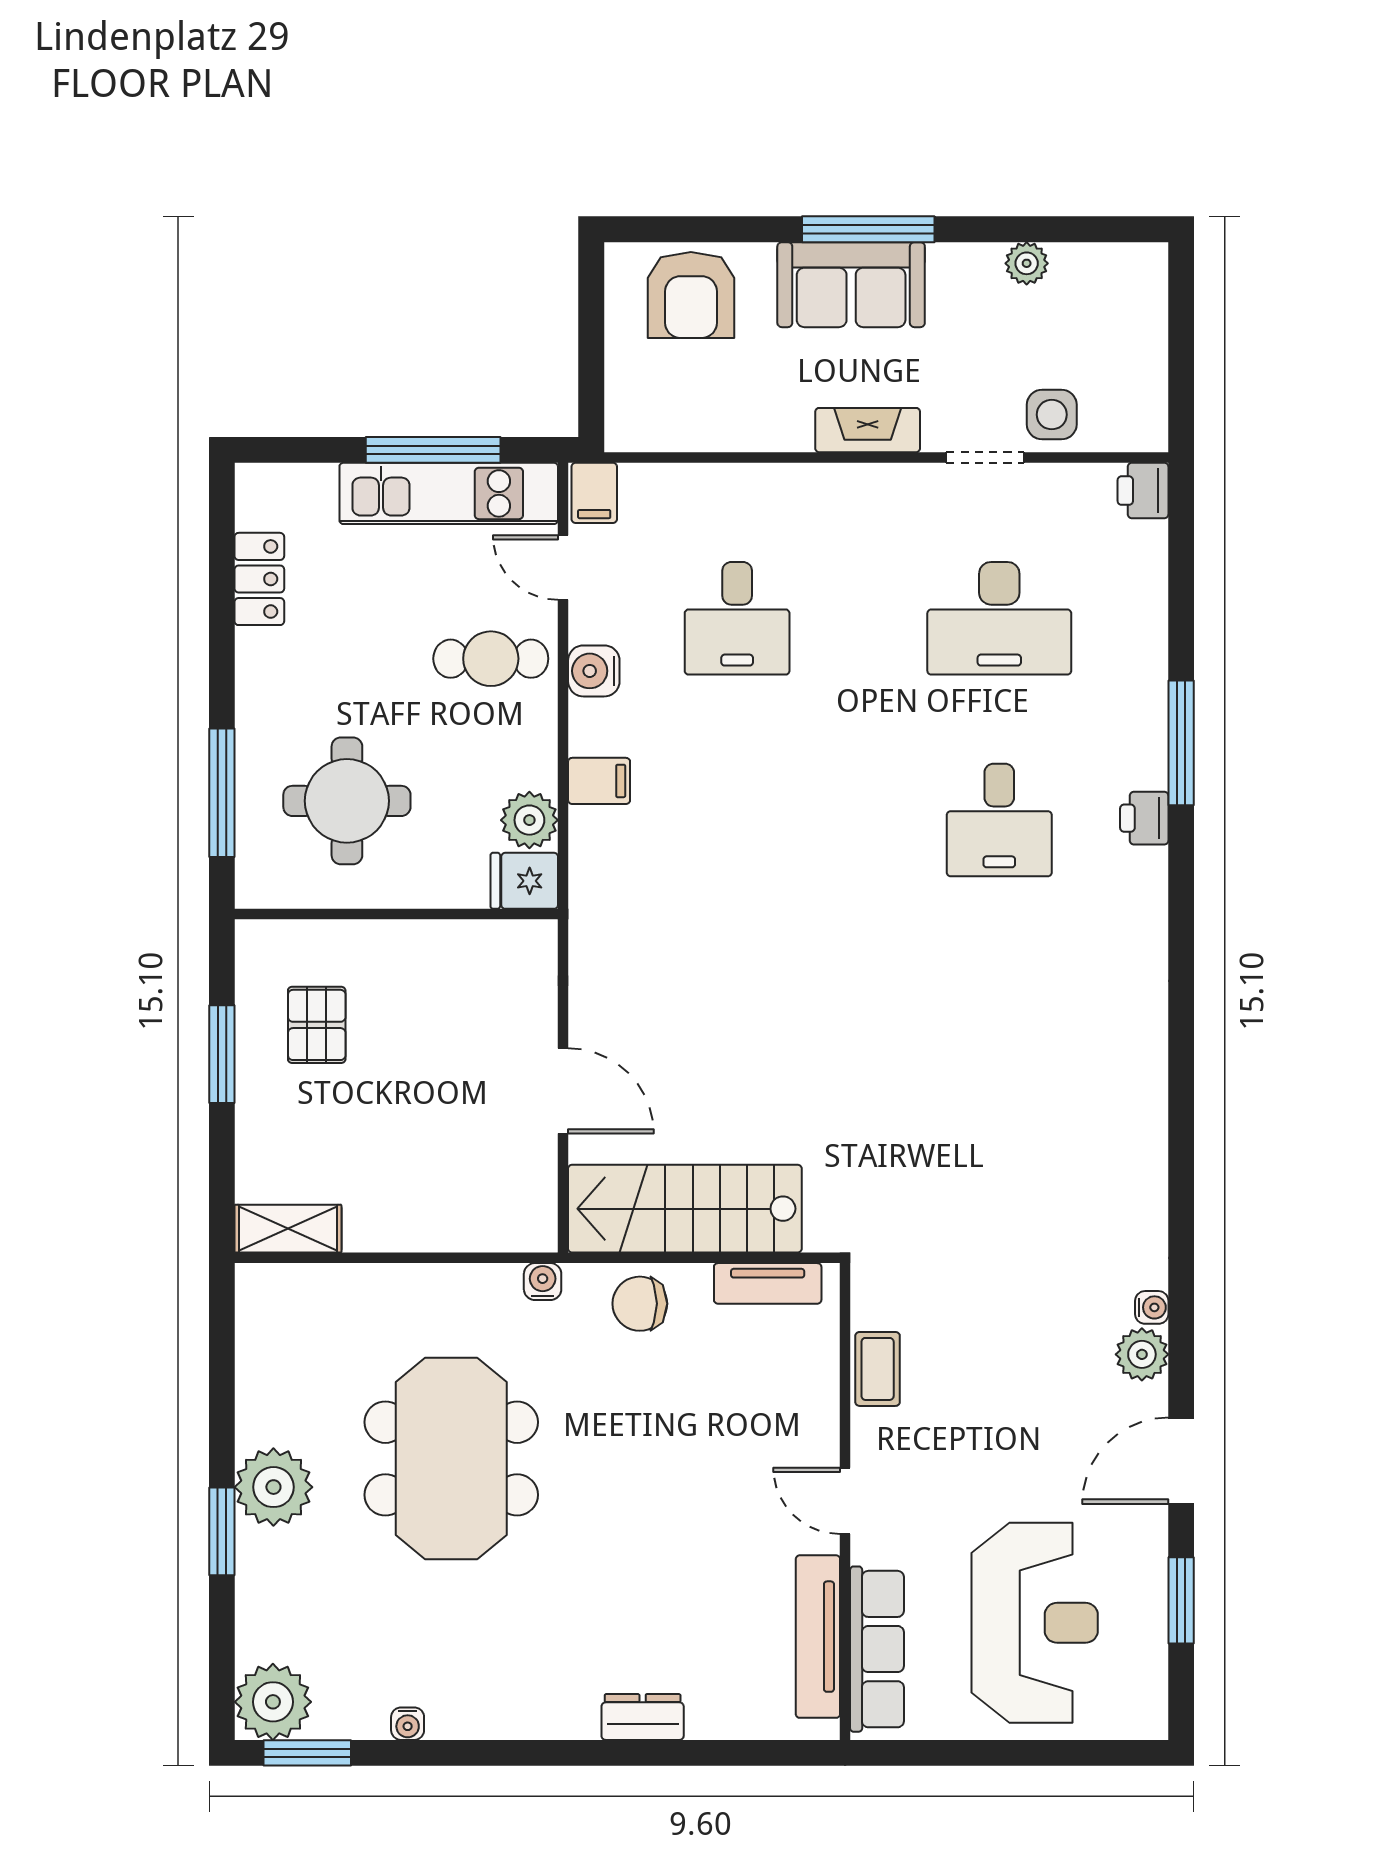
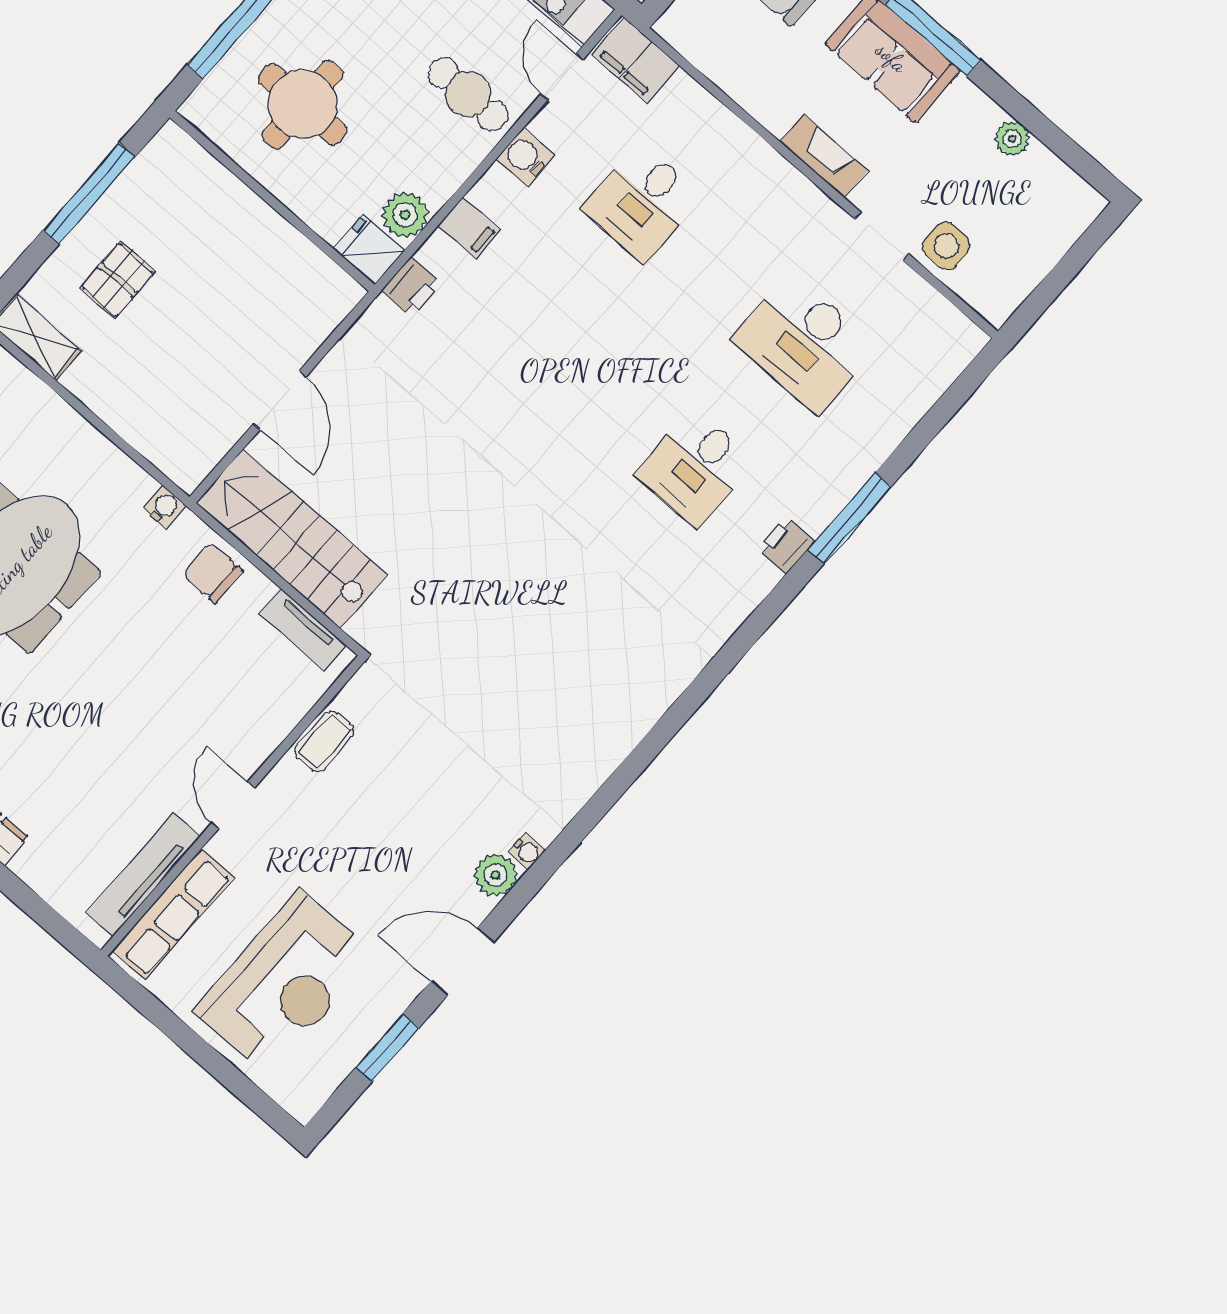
printer: (1143, 491) -> (411, 287), moved, turned 180
filing cabinet: (594, 493) -> (635, 60), width x2.00
pallet: (317, 1025) -> (118, 280), moved
window: (222, 1054) -> (89, 194), width x1.44

